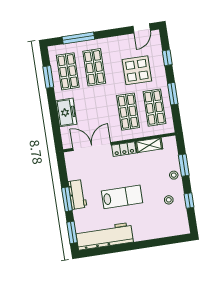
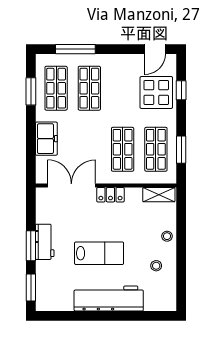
display table: (137, 70) -> (156, 92), moved
window: (173, 94) -> (181, 150), moved
shelving: (149, 145) -> (159, 195), moved
window: (184, 165) -> (181, 226), removed
window: (189, 201) -> (181, 270), removed
workbench: (104, 236) -> (109, 298), moved

